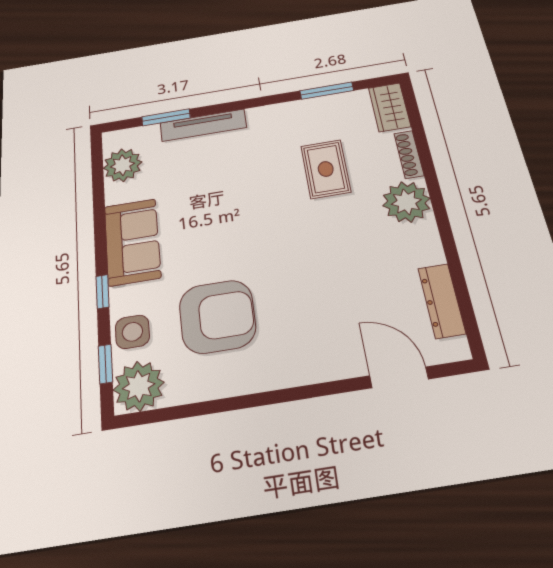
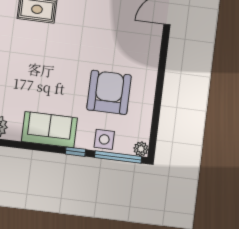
window: (105, 364) -> (118, 157), width x2.17
plant: (139, 386) -> (141, 149), width x0.53, depth x0.53

